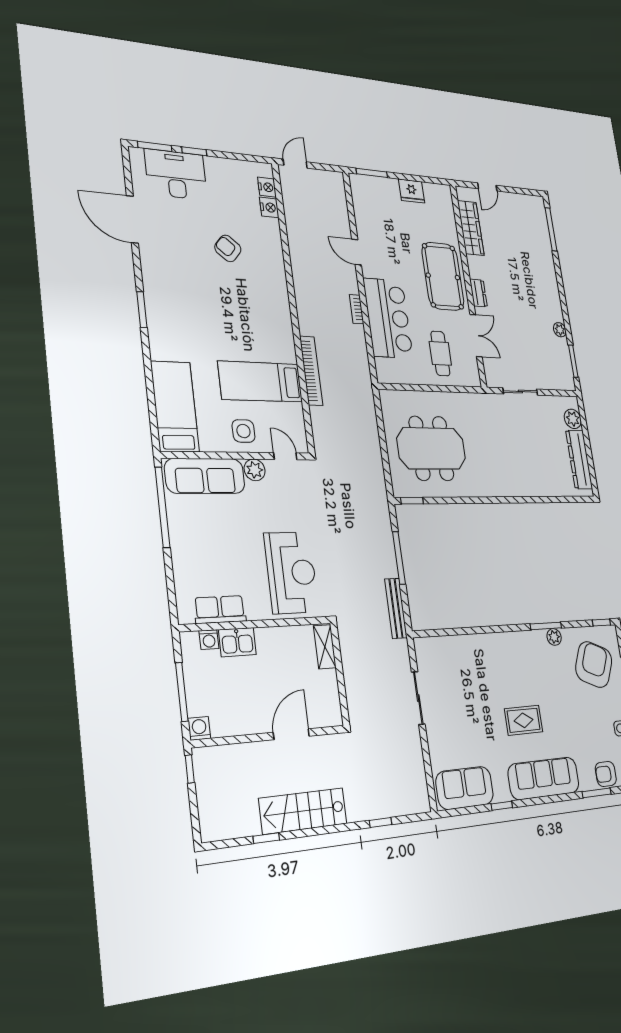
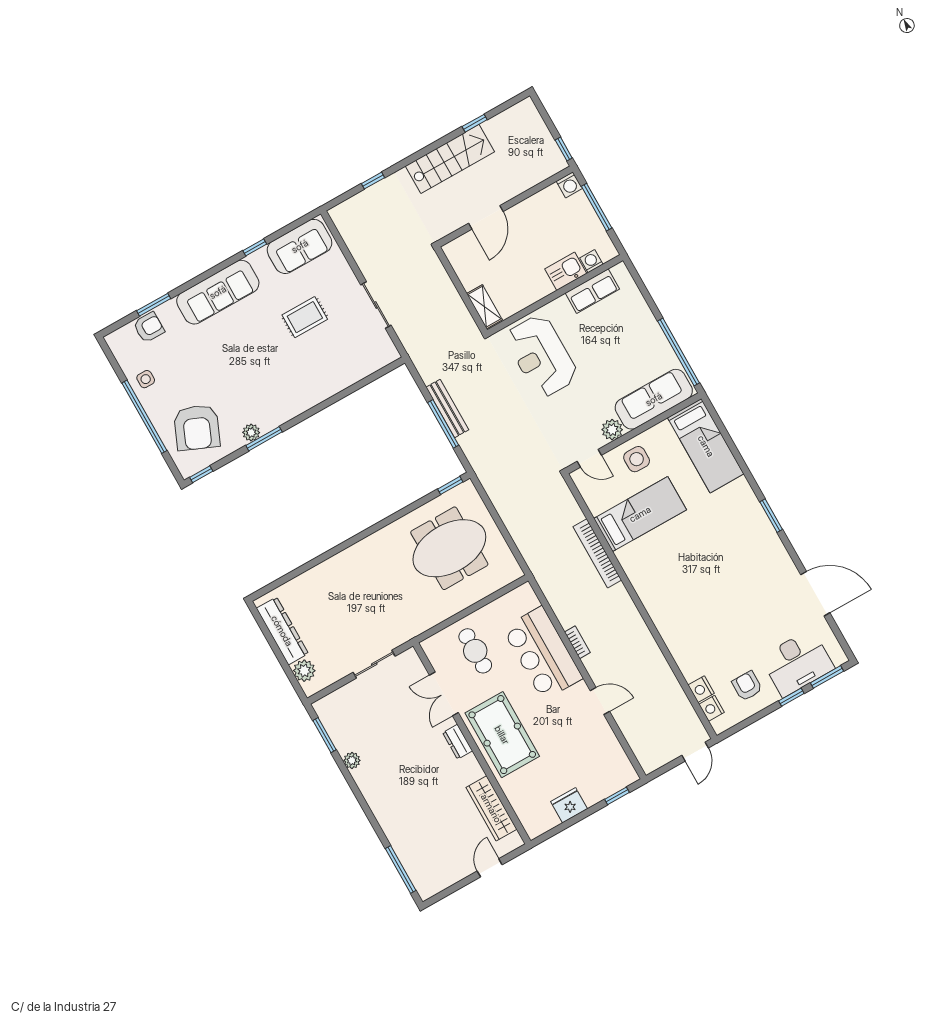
window: (372, 173) -> (617, 796), width x0.67
armchair: (228, 248) -> (747, 686), moved, turned -130
bench: (396, 608) -> (447, 408), moved
rug: (524, 720) -> (305, 317), moved

